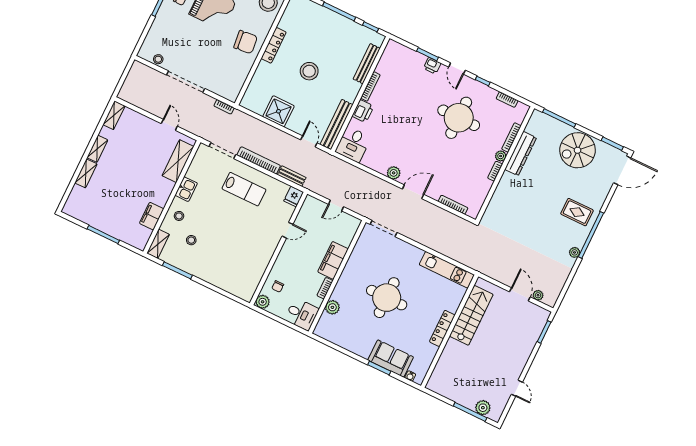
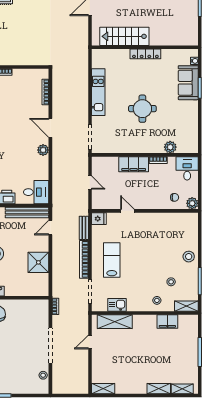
shelving: (97, 149) -> (182, 389), moved
kitchen sink: (186, 189) -> (117, 305), moved
kitchen unit: (447, 270) -> (98, 92), moved
stool: (209, 271) -> (189, 257), added
round table: (387, 298) -> (142, 109), width x0.73, depth x0.73

